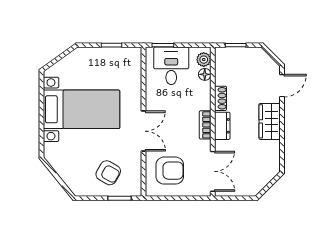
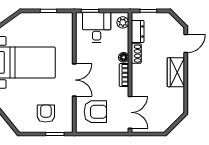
floor lamp: (205, 74) -> (124, 57), moved
dresser: (222, 126) -> (138, 31), moved
armchair: (108, 173) -> (46, 114), turned -120

